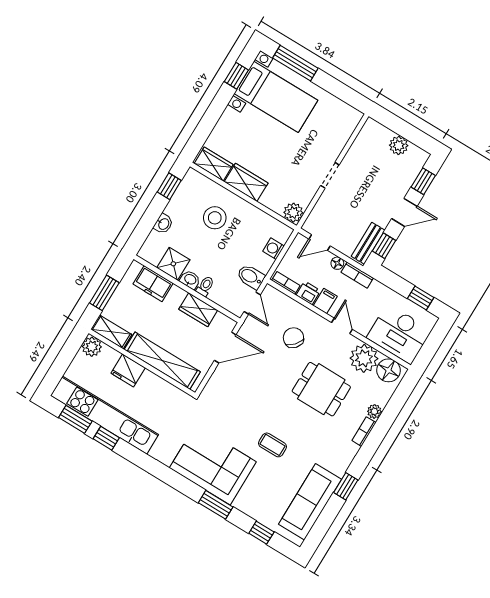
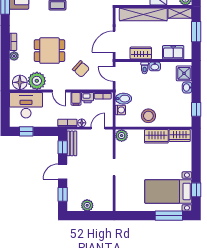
stool: (215, 218) -> (148, 116), moved
shower: (173, 264) -> (184, 73), moved
bidet: (251, 277) -> (123, 99), moved

